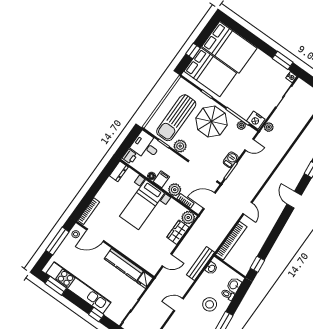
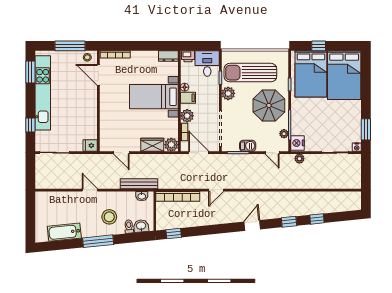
kitchen counter: (124, 265) -> (90, 118), removed

